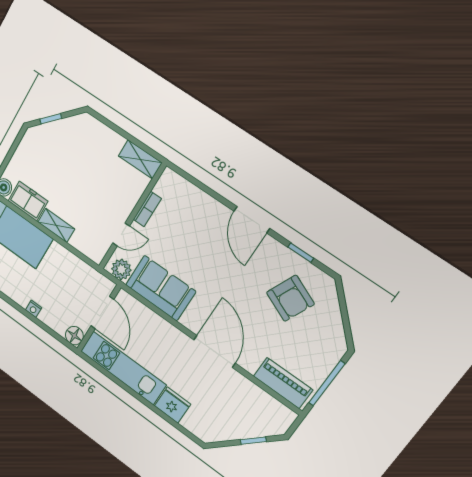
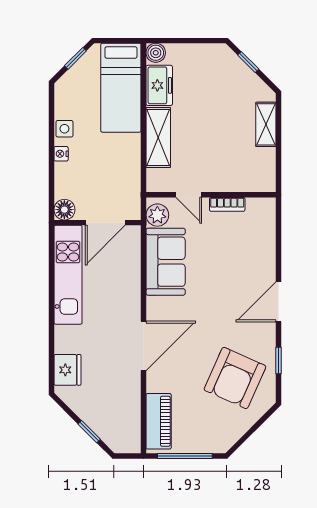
shelving: (140, 159) -> (266, 124), moved
shelving: (56, 225) -> (158, 138), width x1.50, depth x1.33
side table: (18, 294) -> (64, 129), added
armchair: (290, 298) -> (235, 378), width x1.36, depth x1.36
fridge: (173, 405) -> (67, 370), moved

